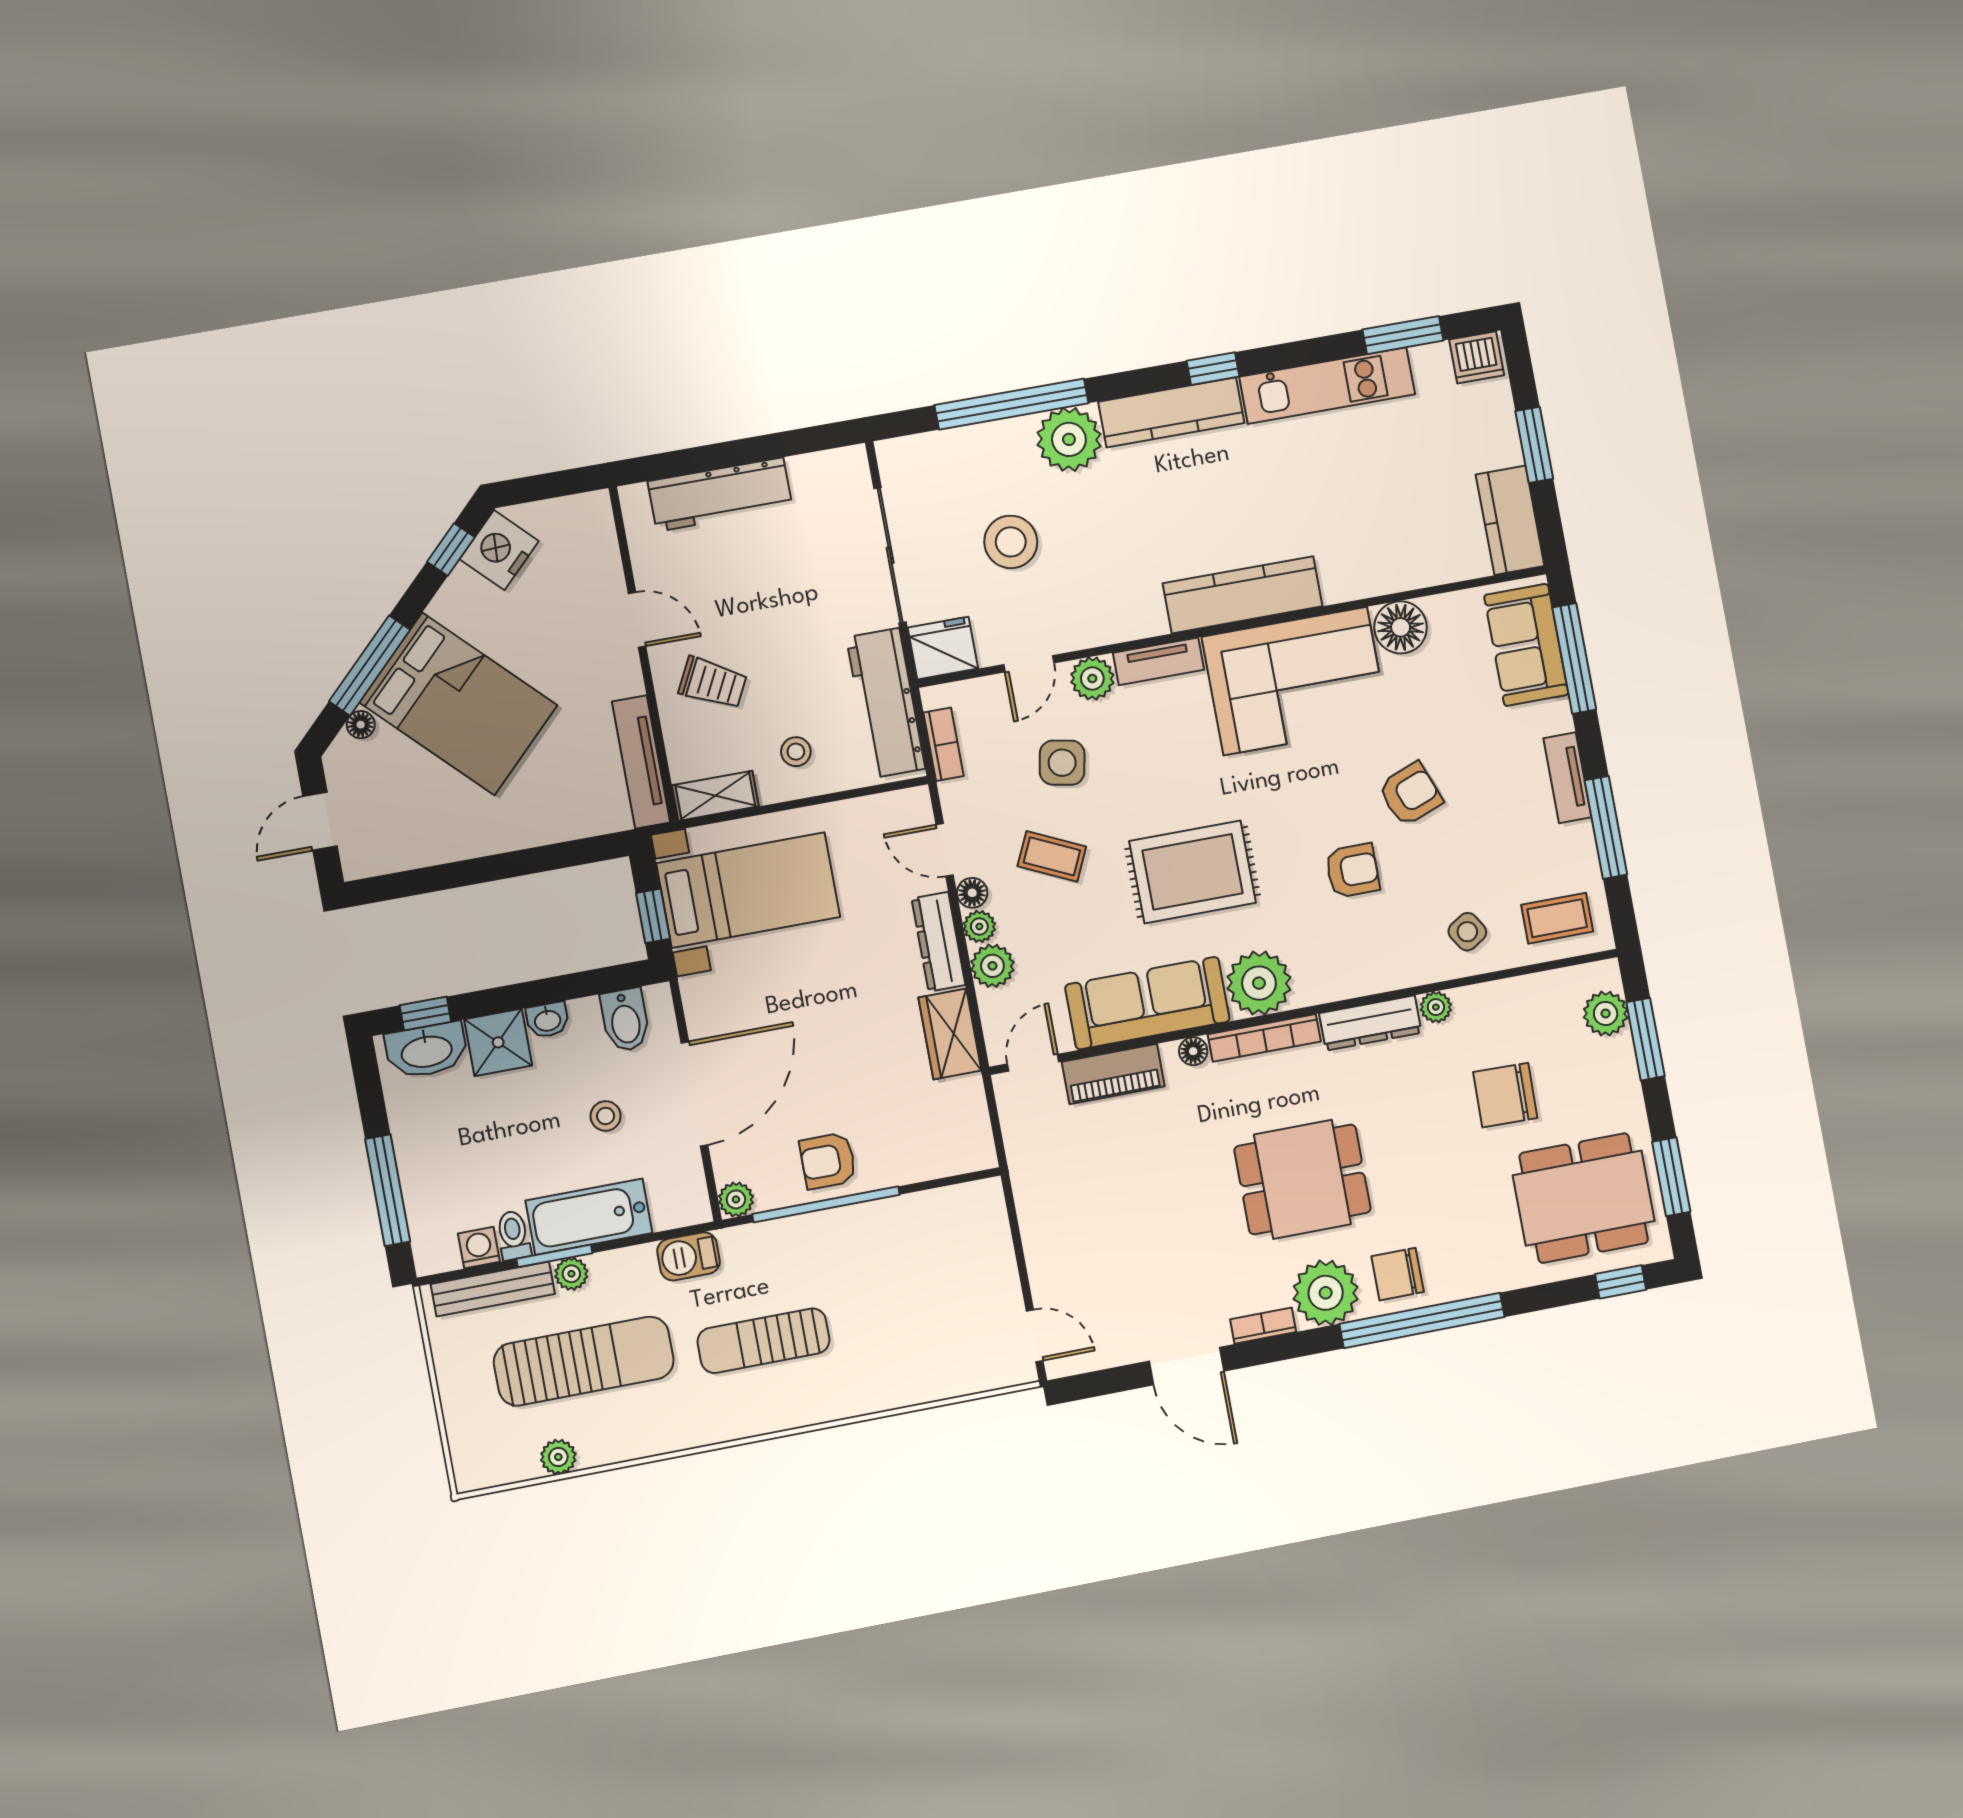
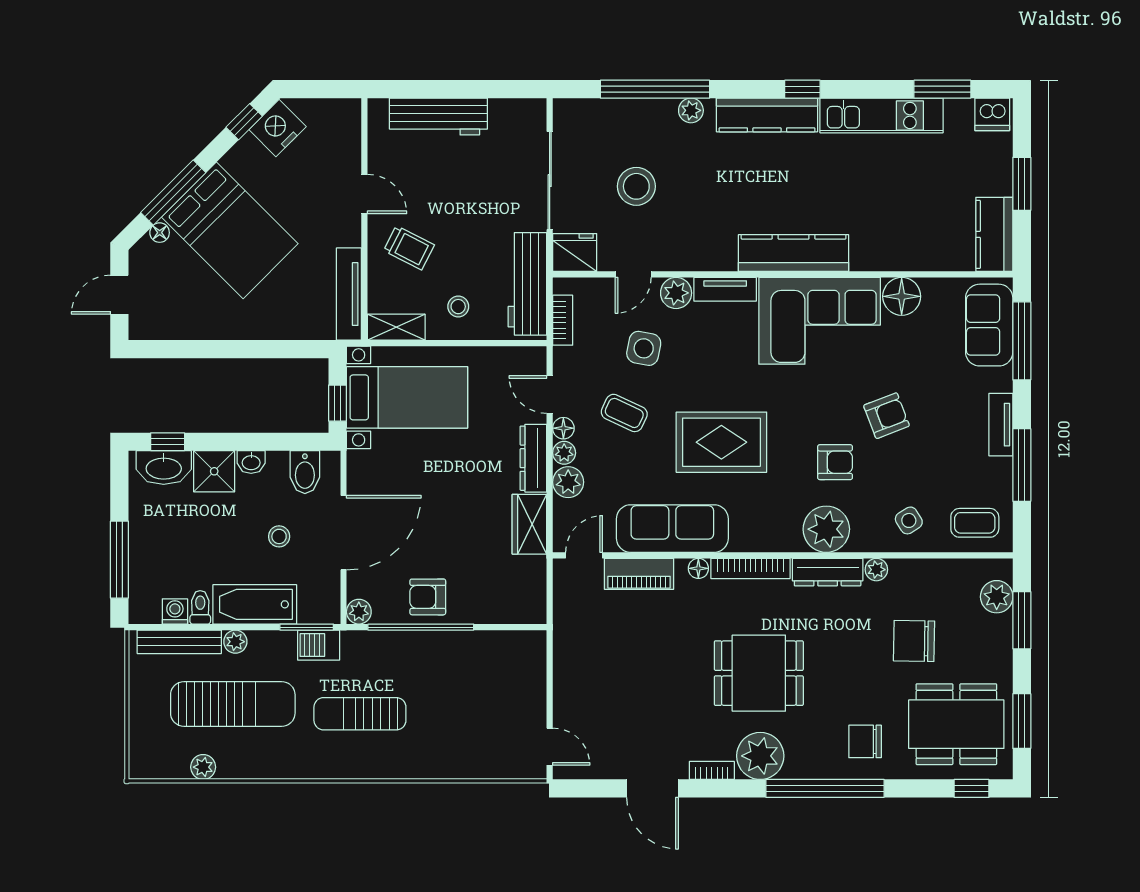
plant: (1069, 439) -> (691, 110), width x0.53, depth x0.53
plant: (1259, 983) -> (826, 529), moved
window: (554, 1256) -> (307, 627), moved
chair: (1398, 1274) -> (865, 741), moved

